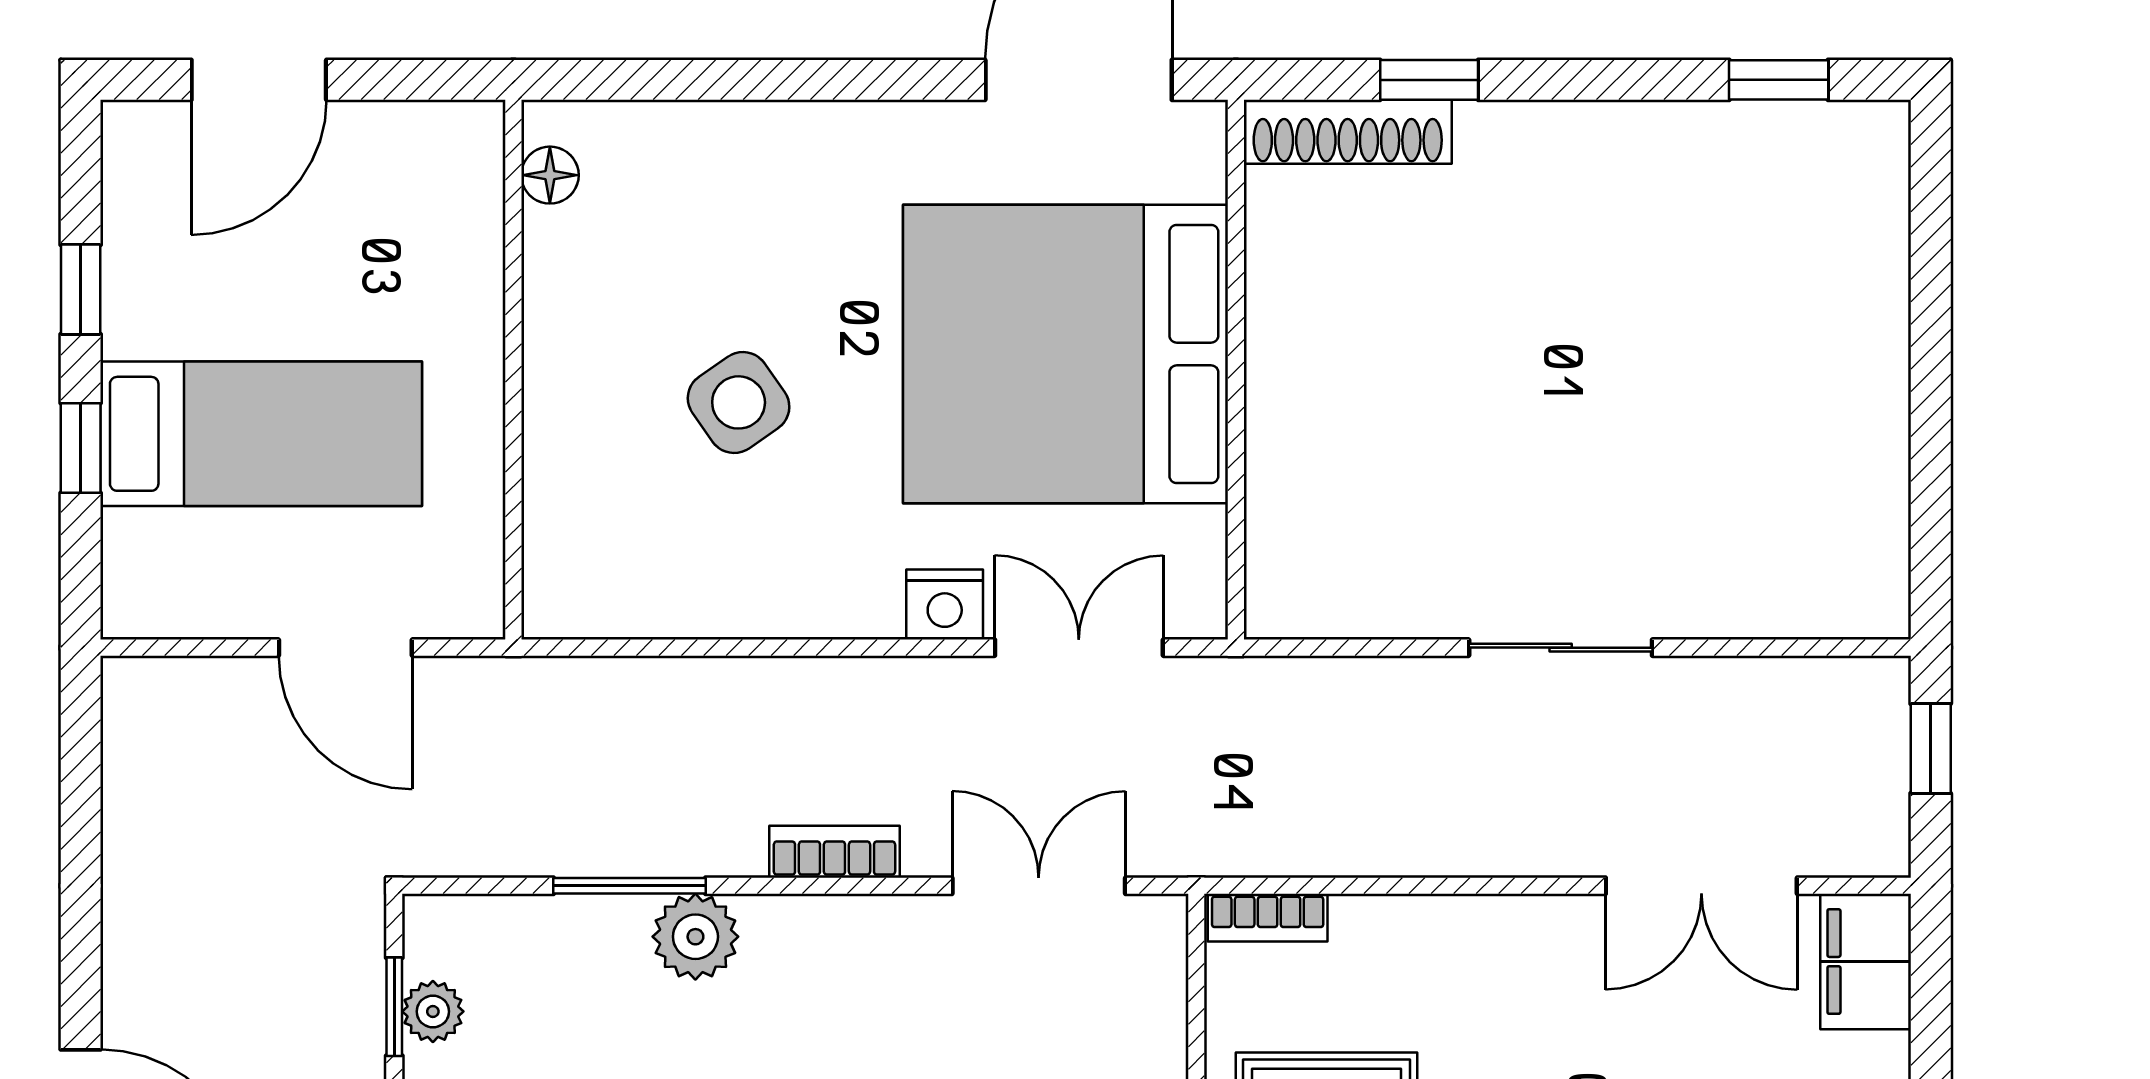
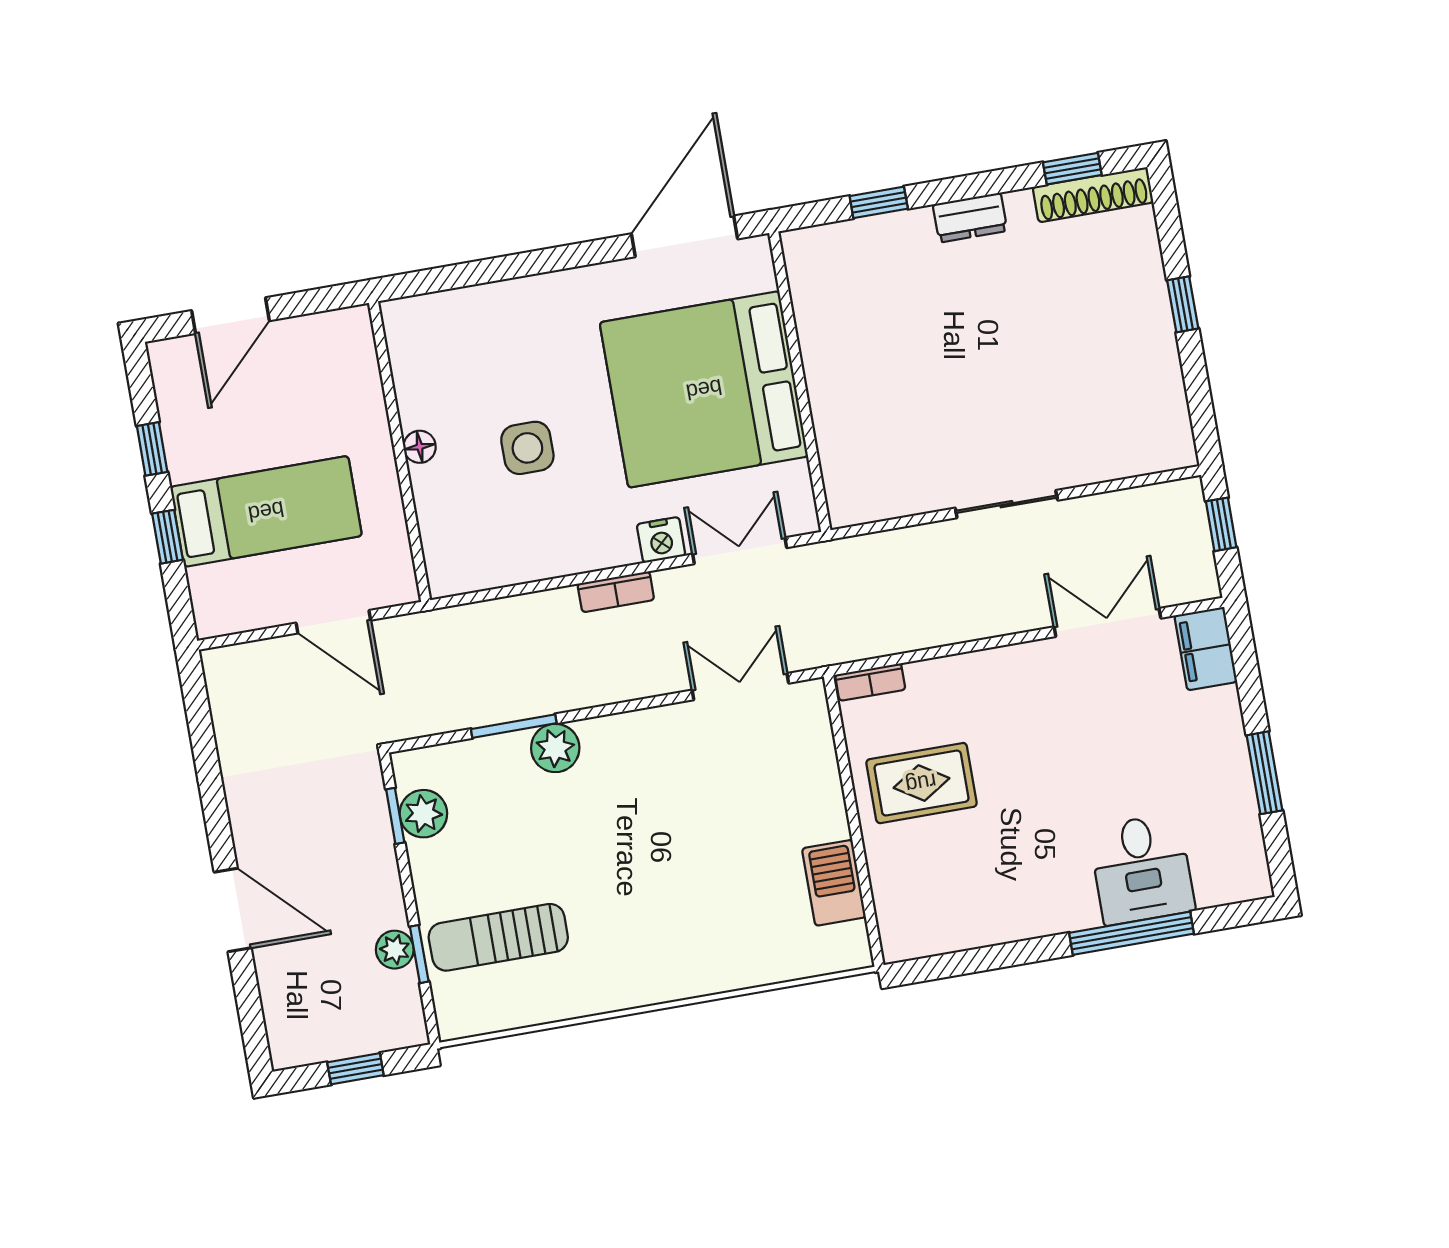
shoe rack: (1348, 132) -> (1093, 195), moved
dresser: (1584, 134) -> (970, 218), added
floor lamp: (550, 175) -> (420, 447), moved
window: (1931, 351) -> (1183, 304), added
side table: (739, 402) -> (527, 448), turned 35
bookcase: (834, 852) -> (616, 592), moved, turned 180
double door: (1701, 886) -> (1107, 623), swing flipped
plant: (433, 1011) -> (423, 814), width x1.38, depth x1.38

